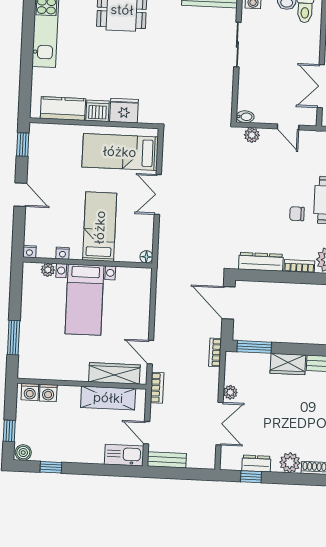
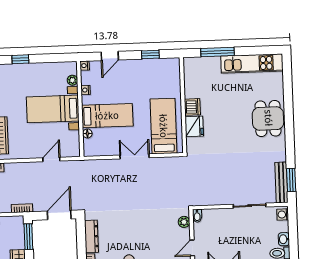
window: (26, 71) -> (217, 52), added
kitchen counter: (63, 109) -> (192, 81), removed
window: (23, 145) -> (150, 54), moved
door: (20, 195) -> (110, 56), moved
floor lamp: (146, 257) -> (87, 133), moved
window: (14, 338) -> (20, 59), width x0.67
door: (150, 352) -> (51, 159), moved

